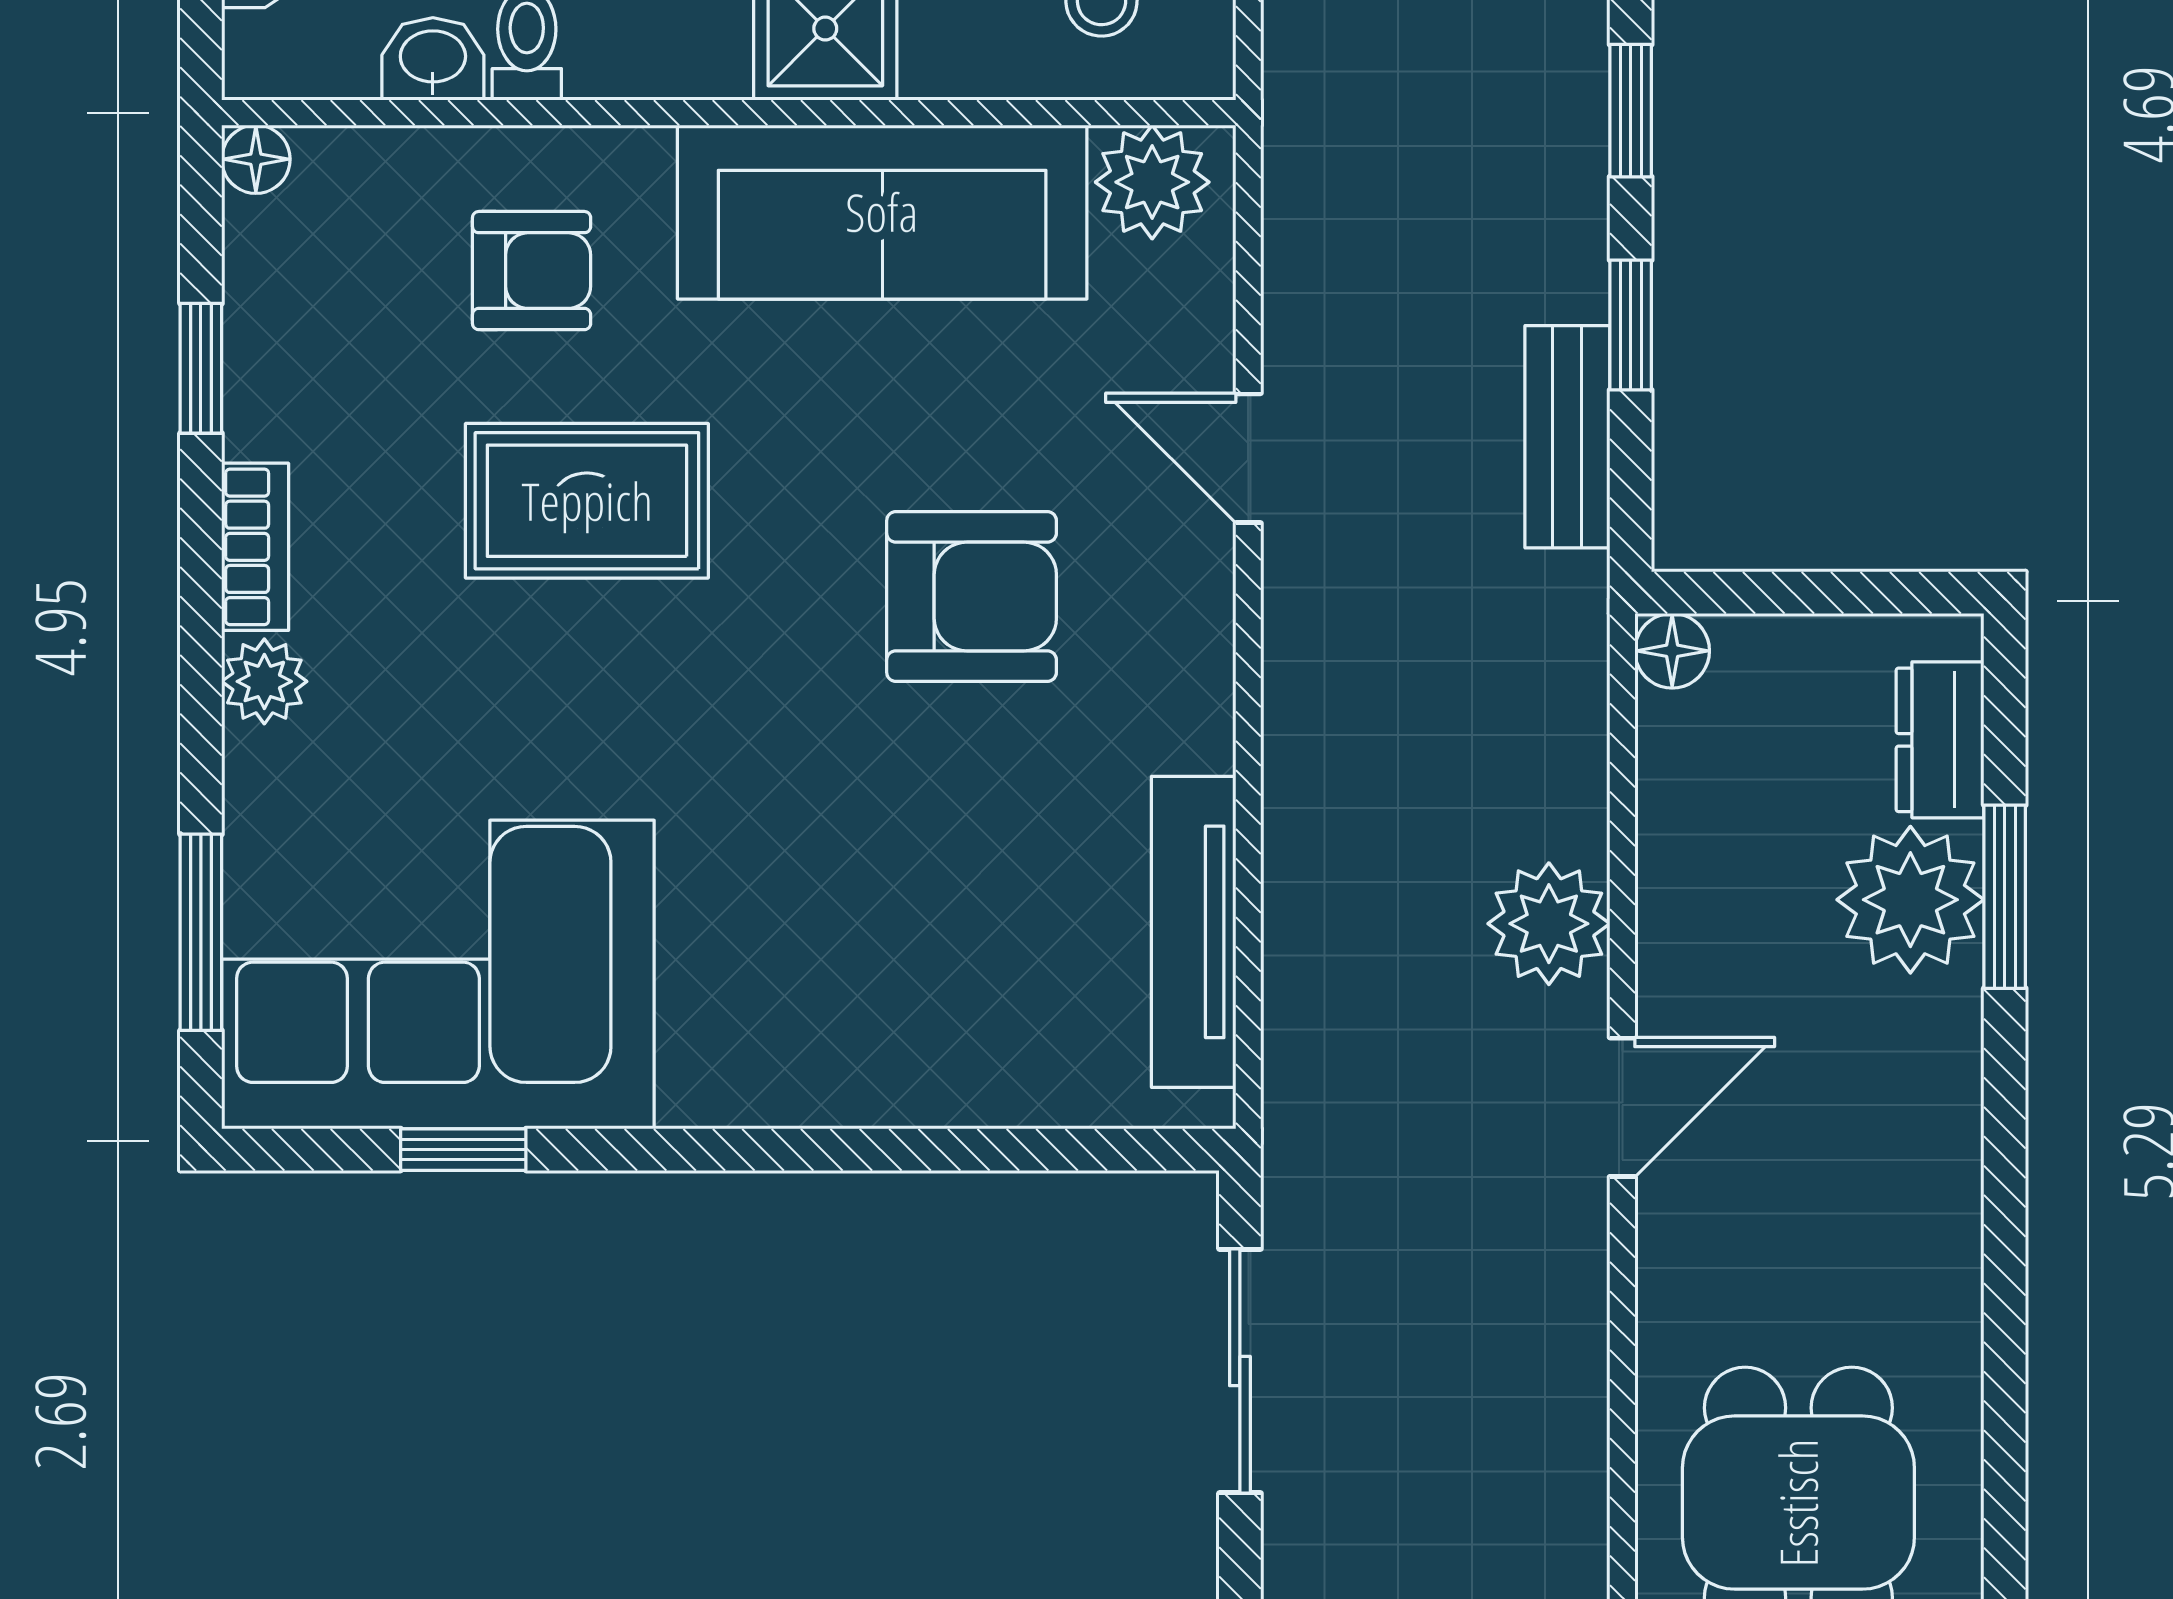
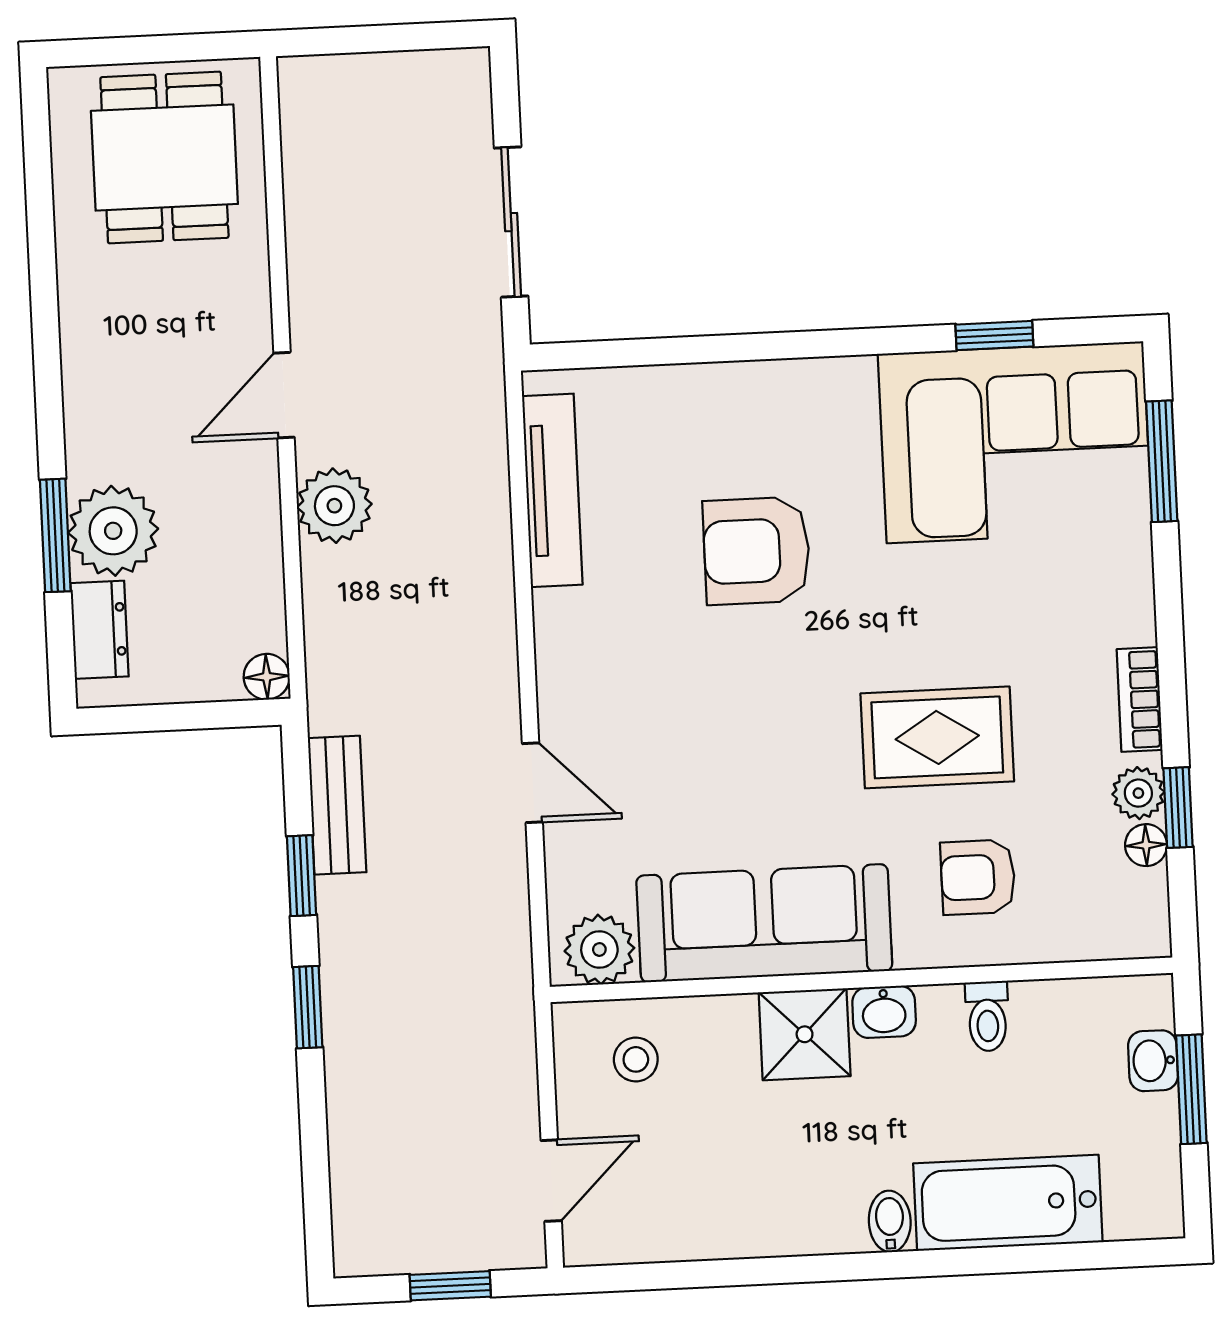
washbasin: (433, 59) -> (884, 1012), moved
floor lamp: (256, 159) -> (1146, 845), moved
armchair: (972, 597) -> (757, 551), moved
plant: (264, 681) -> (1138, 793), moved

